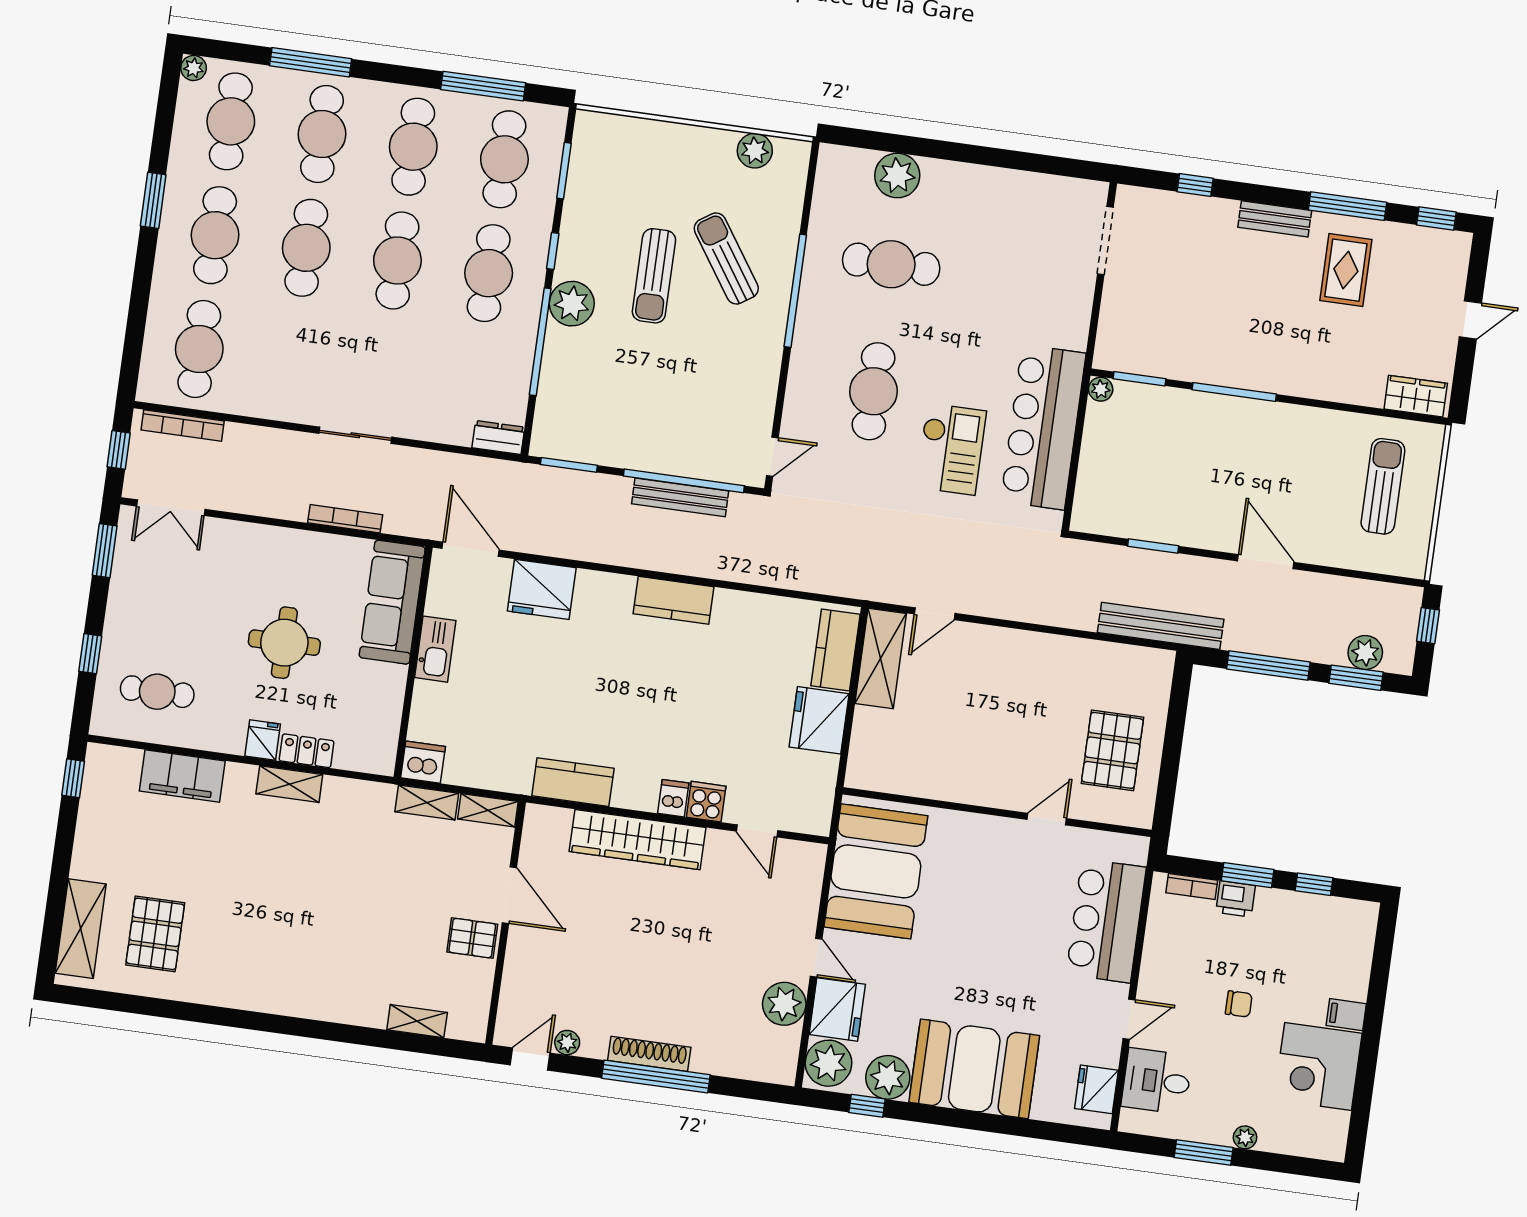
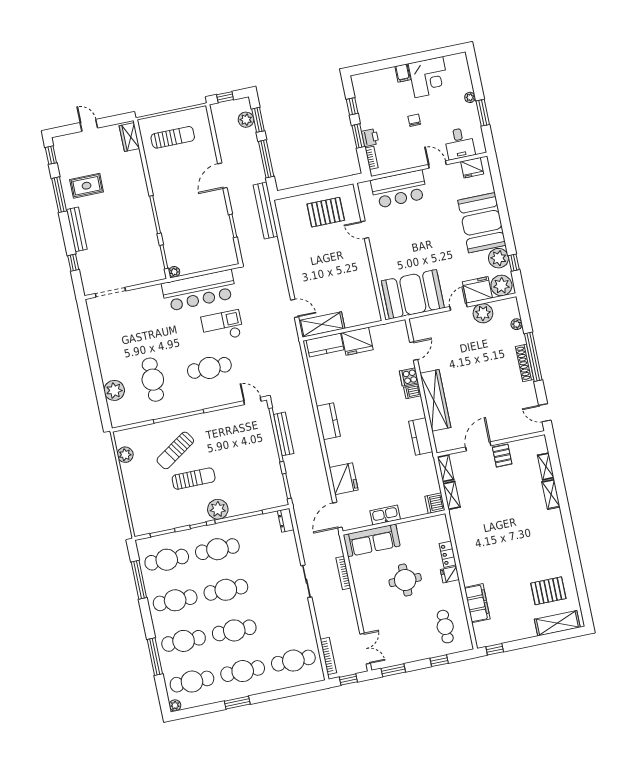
bench: (1275, 219) -> (77, 229), width x1.36
sun lounger: (1383, 486) -> (173, 137), turned 180
shelving: (289, 784) -> (551, 494), moved
plant: (567, 1043) -> (517, 324), moved

